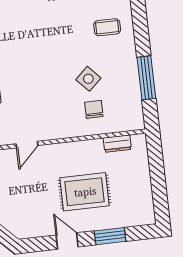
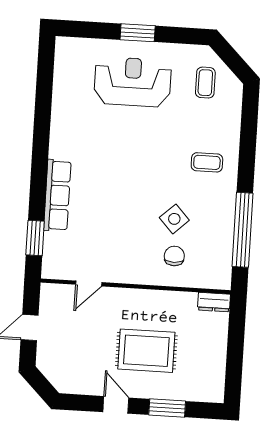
window: (146, 78) -> (243, 230), width x1.46
dresser: (117, 144) -> (214, 302), moved

